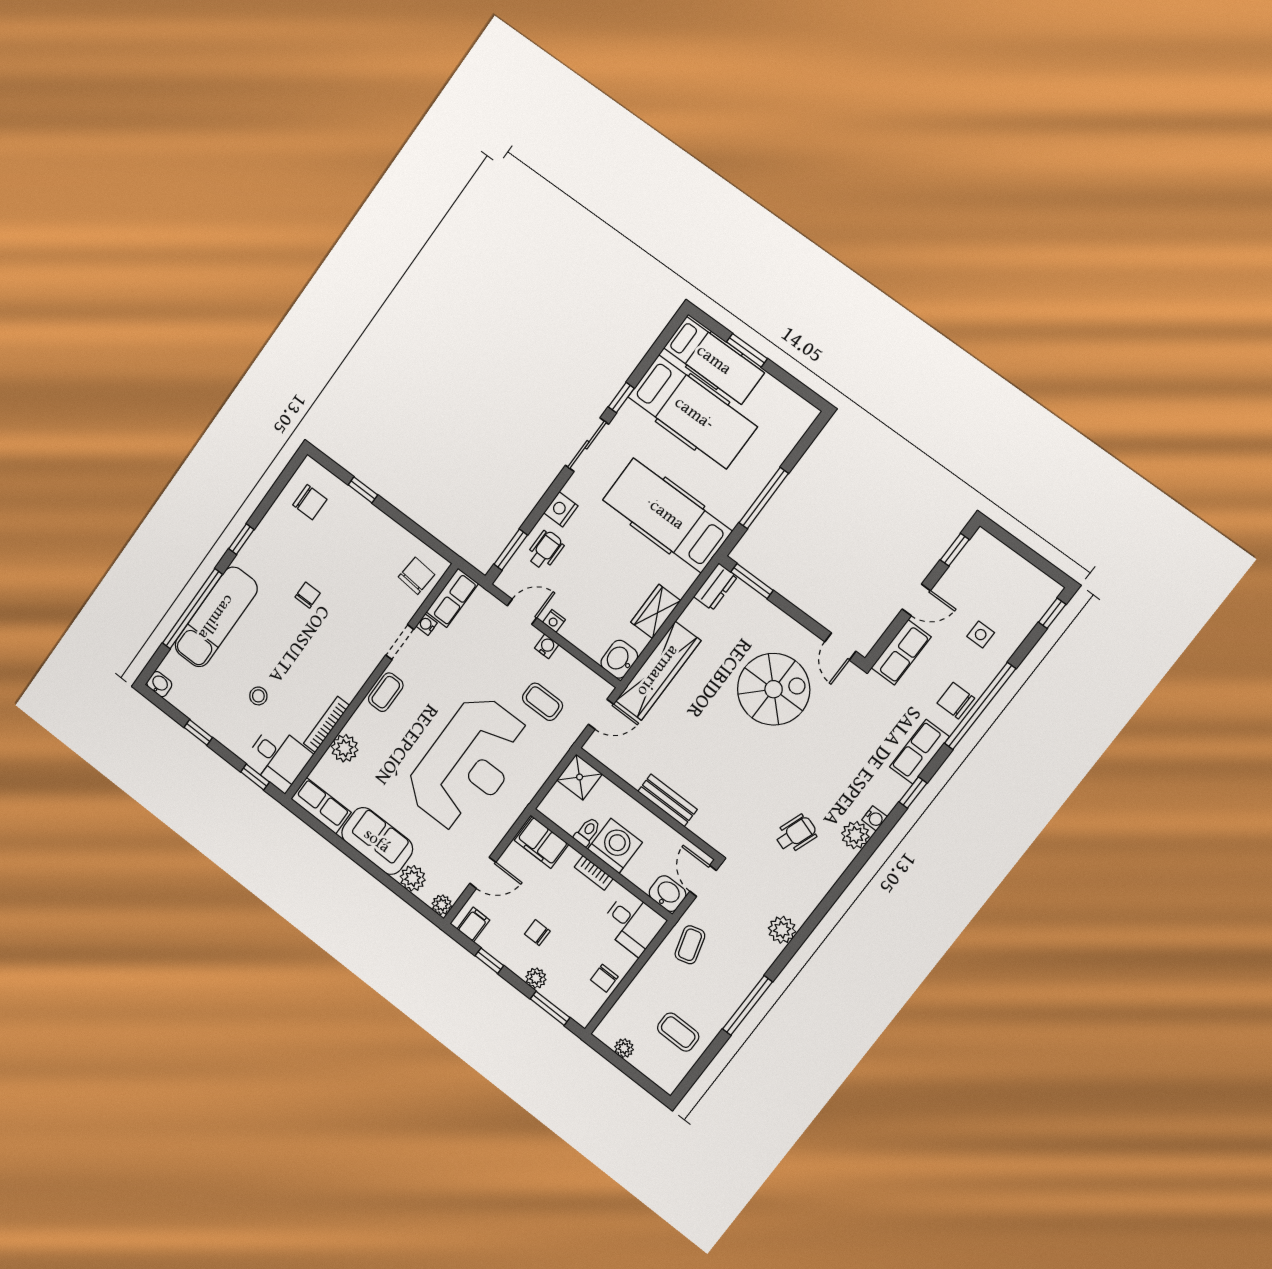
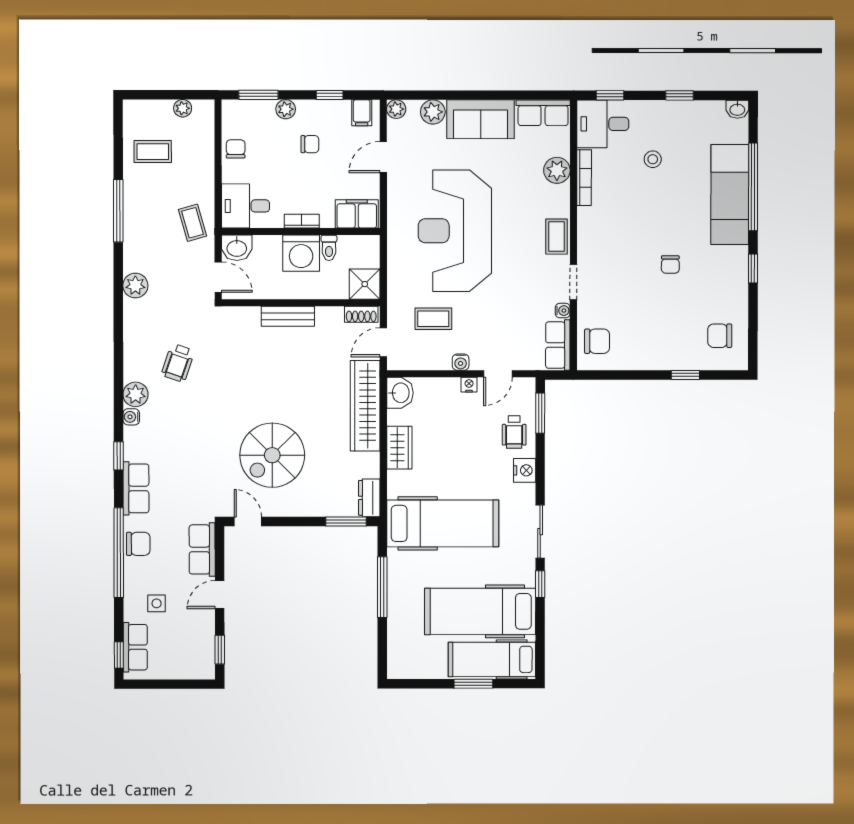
chair: (417, 576) -> (597, 341), turned -95
row of seats: (1031, 609) -> (135, 647), added
shoe rack: (602, 753) -> (361, 314), added

